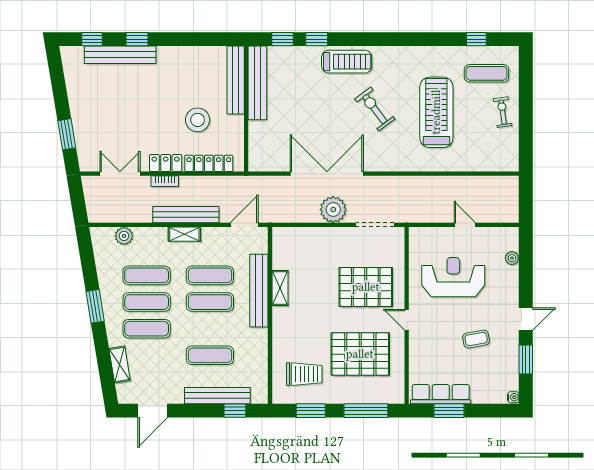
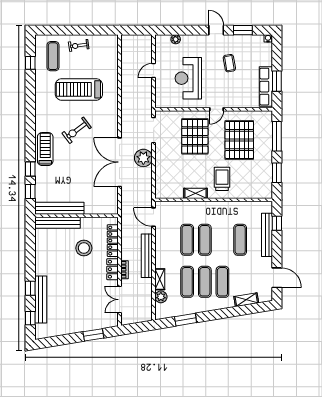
shelving: (184, 234) -> (160, 279), moved
bench: (259, 291) -> (197, 207), removed
window: (95, 306) -> (186, 320), moved
trolley: (304, 374) -> (222, 179), moved

